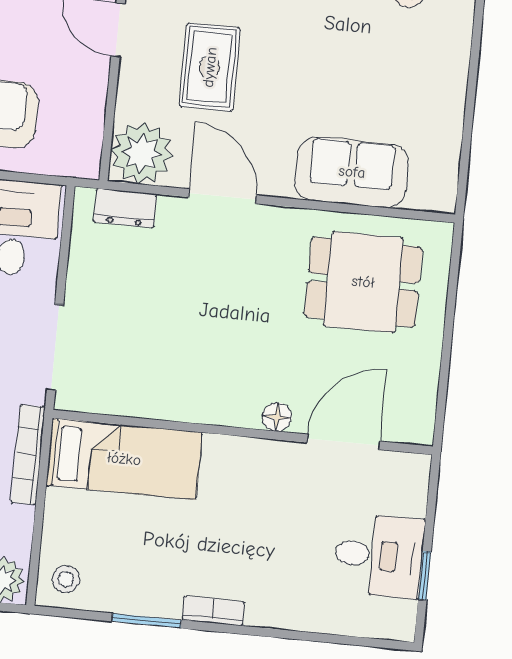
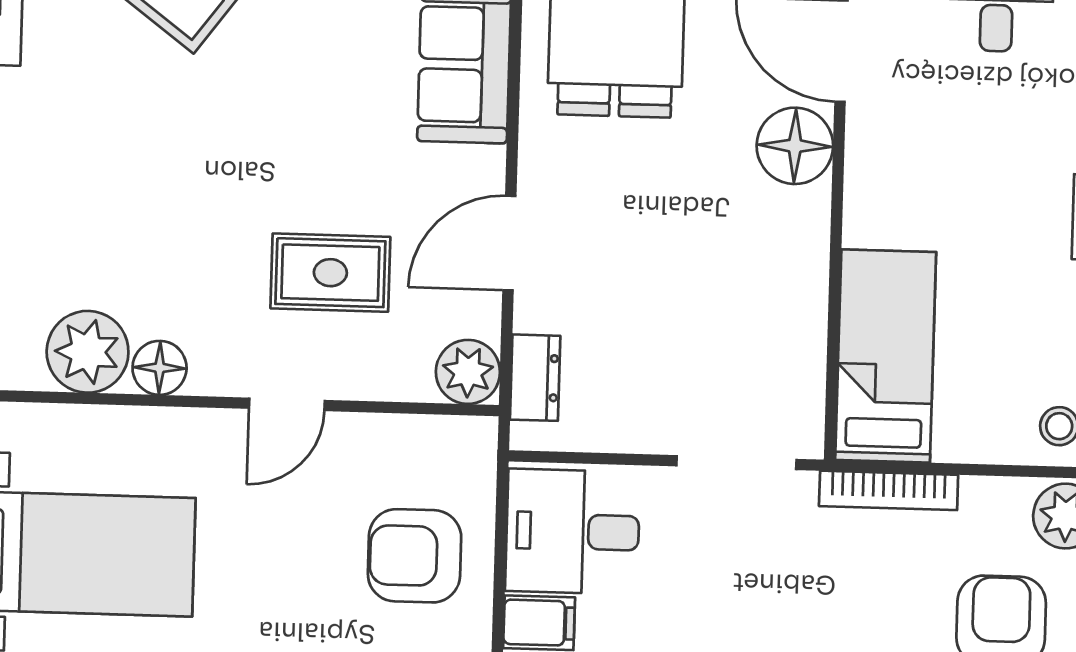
plant: (142, 153) -> (468, 372), width x0.73, depth x0.73
floor lamp: (277, 417) -> (795, 146), width x1.89, depth x1.89

